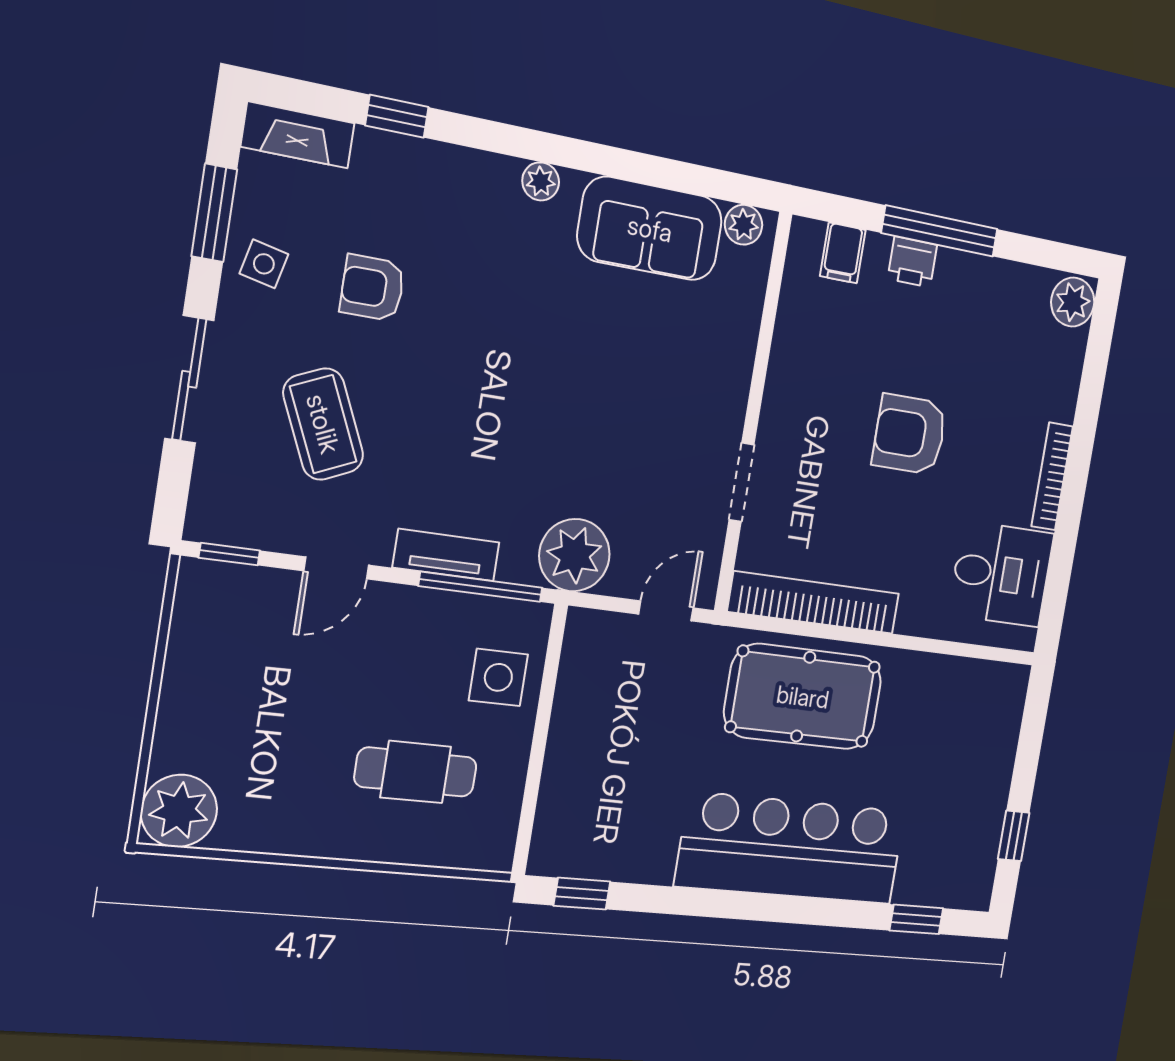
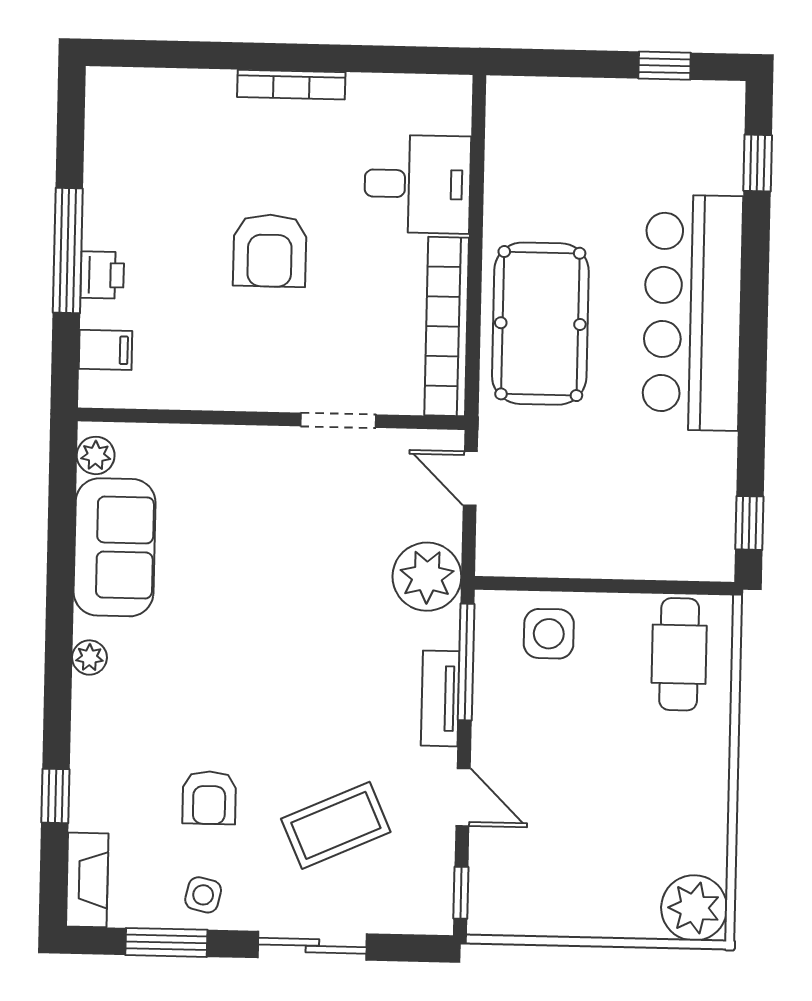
plant: (1073, 302) -> (114, 91), removed
desk: (1001, 574) -> (417, 184), moved, turned 90
cafe table: (416, 772) -> (679, 654), moved

